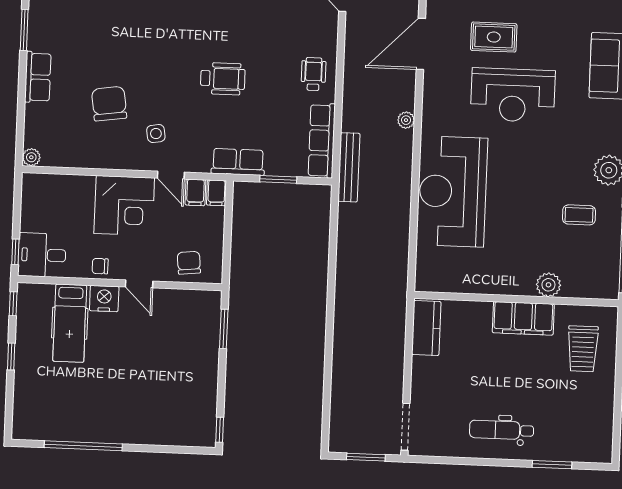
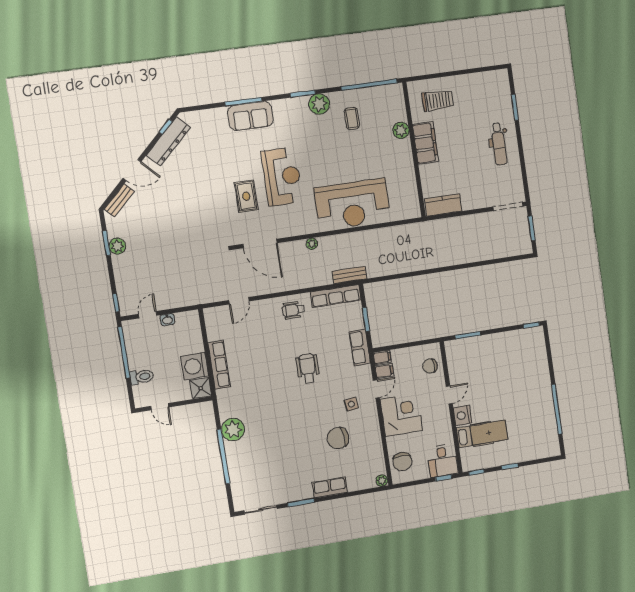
bench: (349, 167) -> (350, 275), width x0.73
chair: (100, 266) -> (402, 462), moved, width x1.87, depth x1.87

